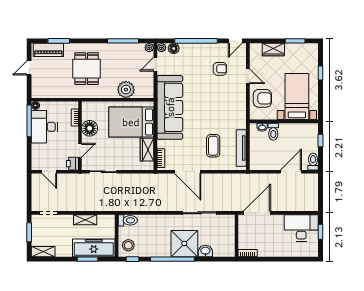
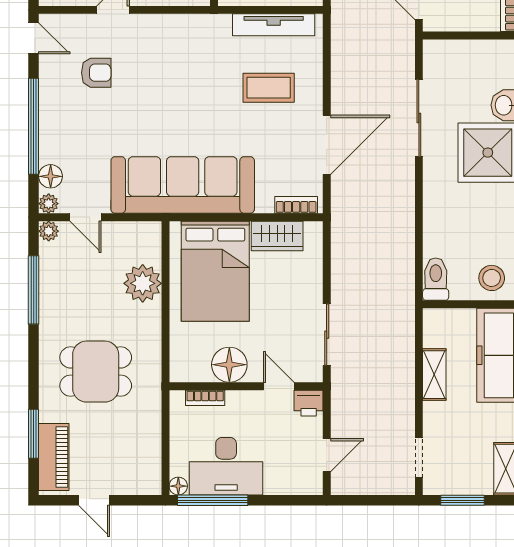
armchair: (220, 69) -> (96, 73), turned 90

